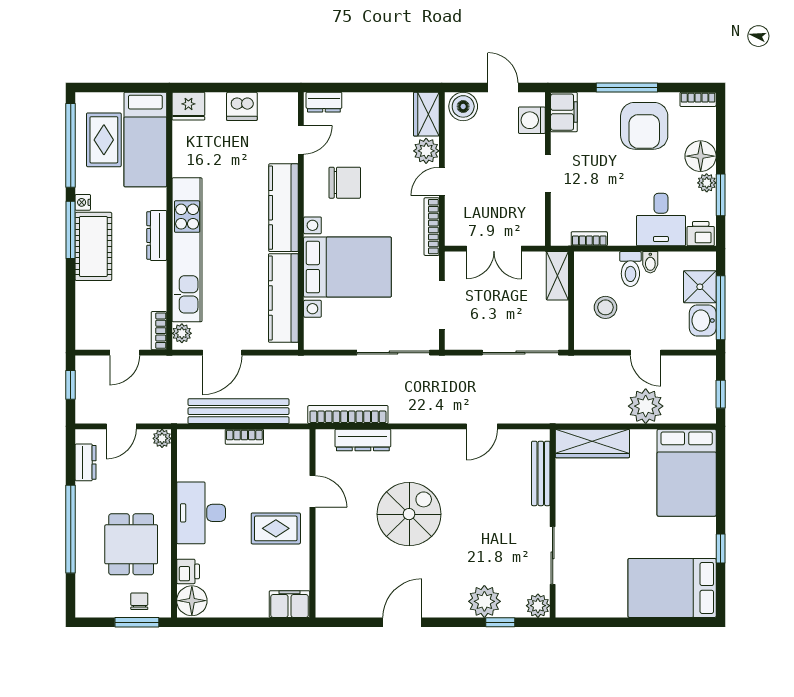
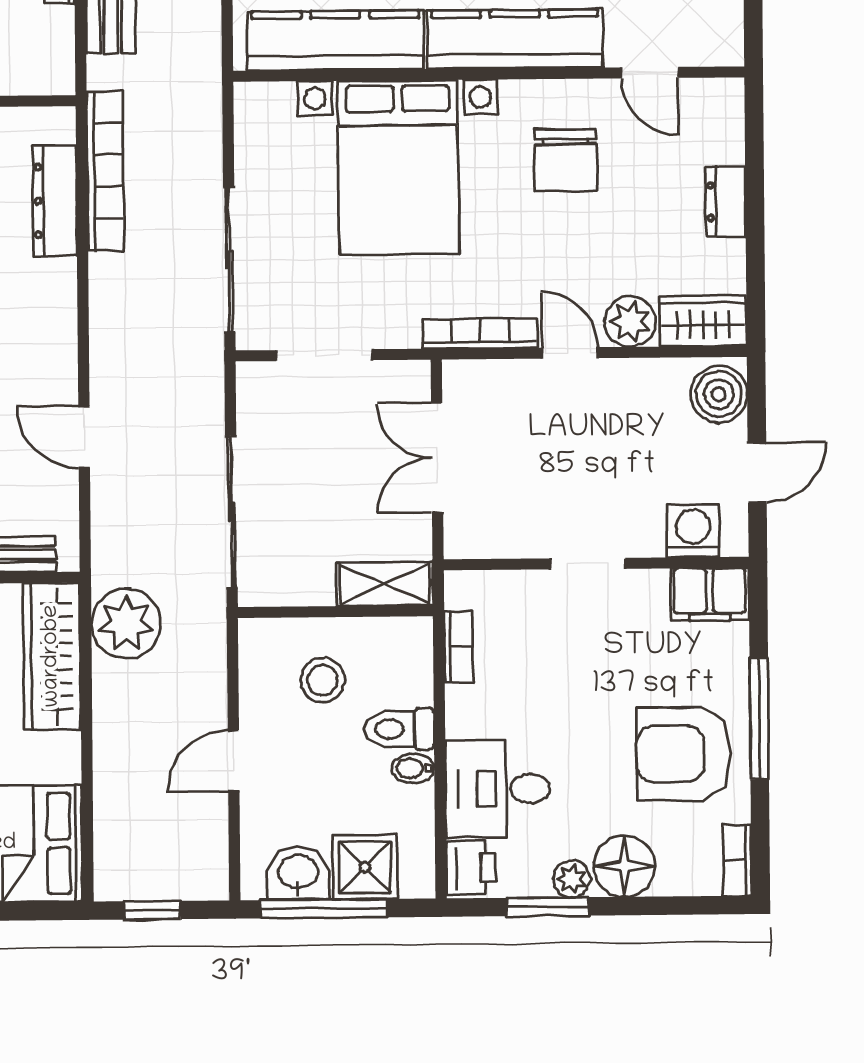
dresser: (324, 102) -> (726, 202), moved
plant: (646, 406) -> (126, 624), moved

